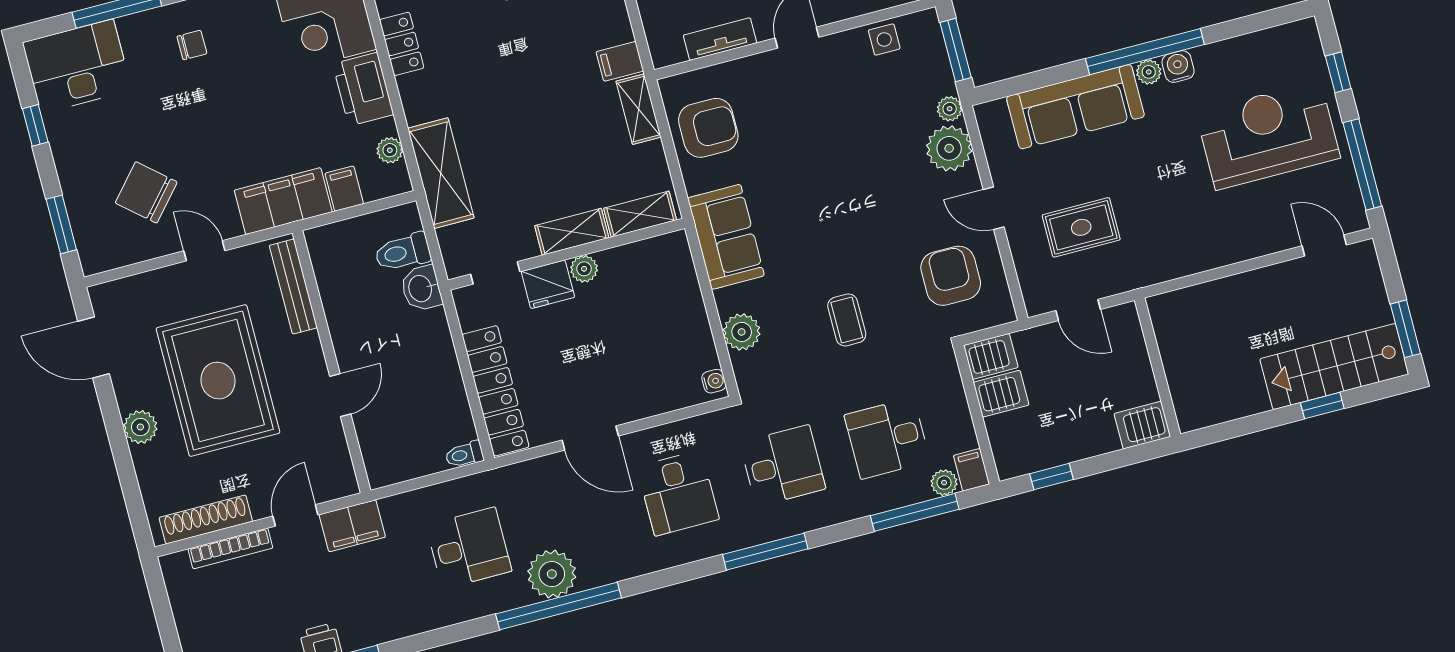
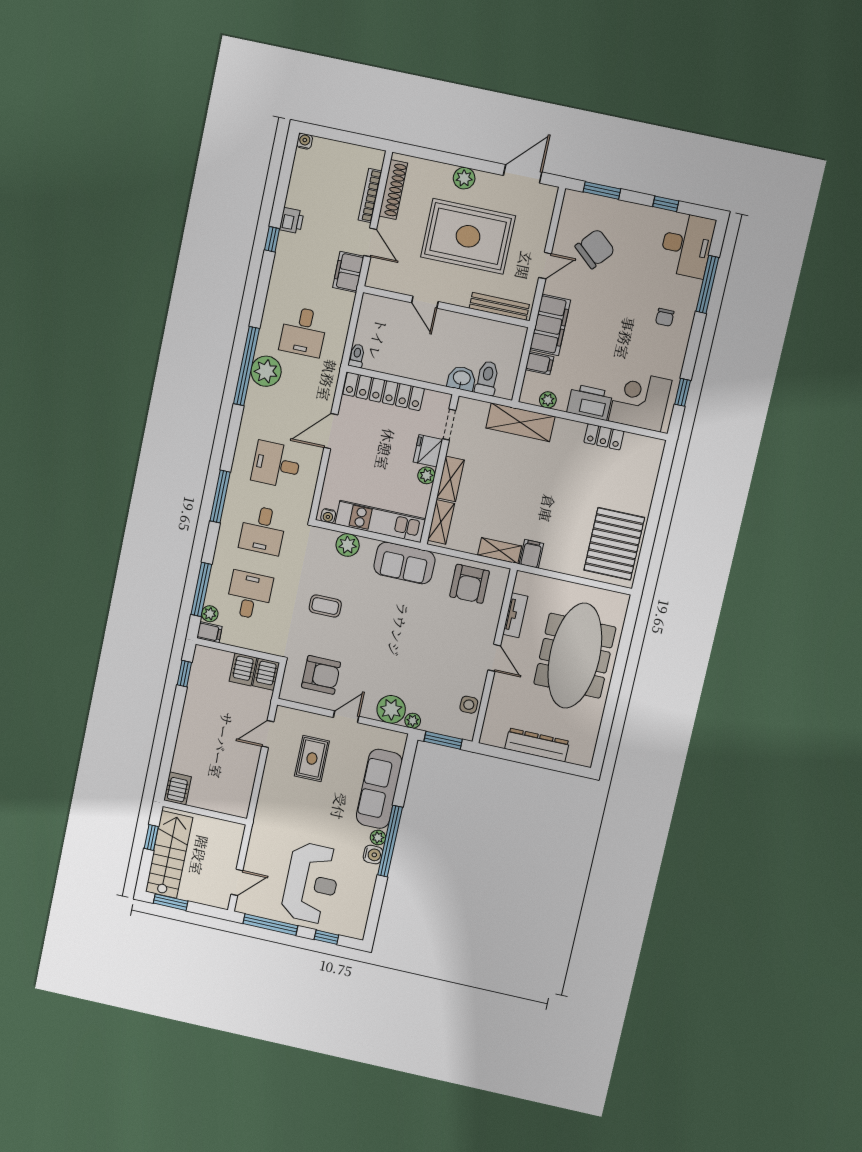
kitchen unit: (684, 302) -> (380, 521), added
wall: (1158, 367) -> (205, 812), moved
server rack: (1142, 425) -> (178, 788), moved

